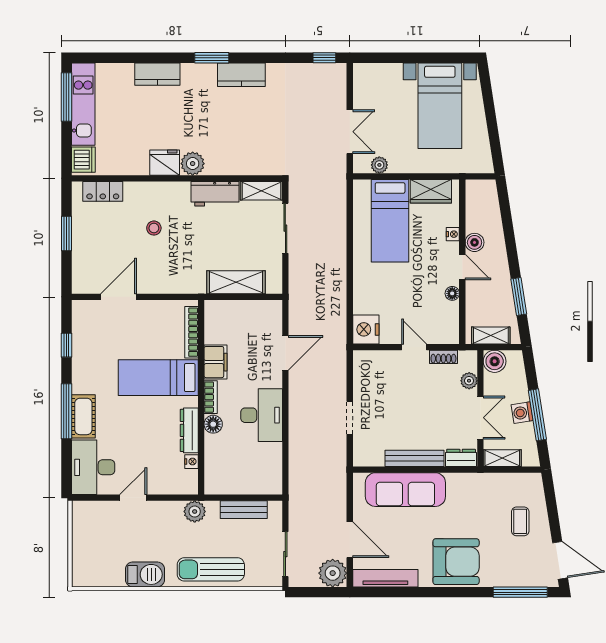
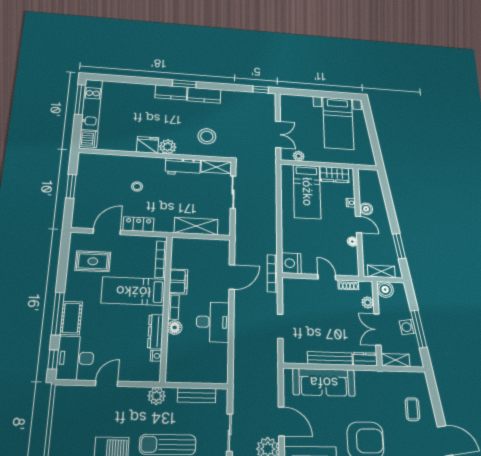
kitchen counter: (157, 74) -> (171, 92), moved
stool: (247, 143) -> (207, 136), added
locker: (103, 191) -> (138, 224), moved, turned 180
rug: (104, 339) -> (93, 261), added
window: (66, 345) -> (53, 359), moved
bookcase: (340, 345) -> (272, 273), added
double door: (480, 418) -> (377, 330), swing flipped

